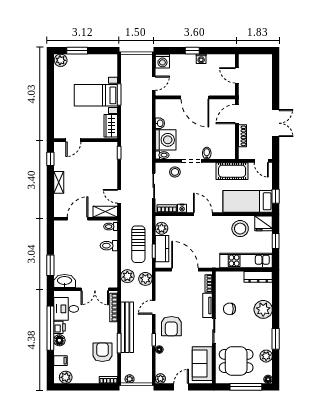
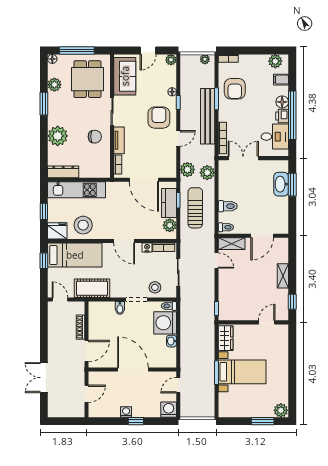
door: (237, 75) -> (87, 394), hinge flipped
double door: (276, 123) -> (44, 378), moved
washbasin: (65, 281) -> (281, 184), moved, turned 90
dining table: (236, 361) -> (87, 79), turned 90

